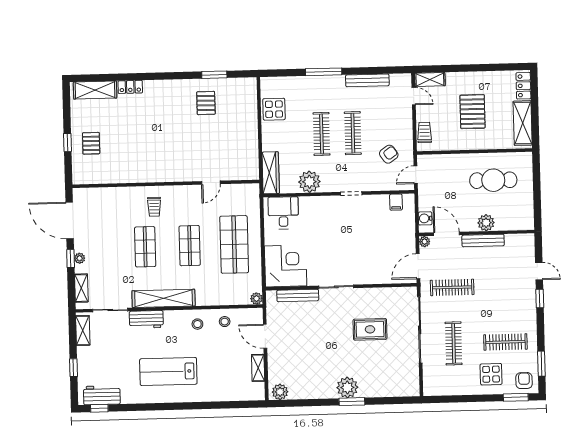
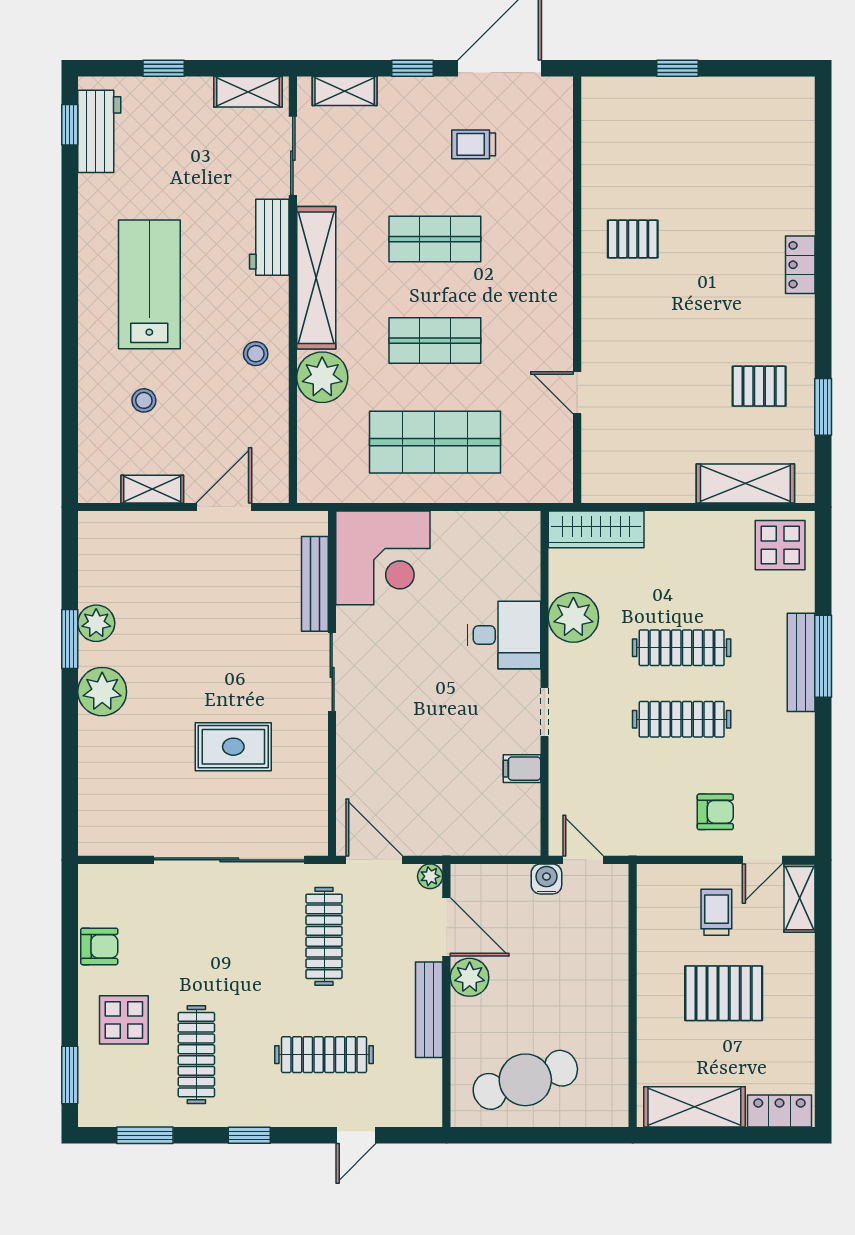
bench: (367, 80) -> (801, 662), moved
locker: (130, 87) -> (800, 265), moved
shelving: (95, 90) -> (745, 484), moved, turned 90
display table: (274, 109) -> (780, 545), moved
trolley: (424, 132) -> (716, 912), moved, turned -90
pallet: (91, 143) -> (633, 239), moved
armchair: (389, 154) -> (715, 812), moved, turned -55
cafe table: (493, 180) -> (525, 1080), moved, turned 72
filing cabinet: (396, 202) -> (522, 769), moved
trolley: (154, 207) -> (474, 144), moved
desk: (283, 213) -> (504, 635), moved
water cooler: (425, 218) -> (546, 879), moved
plant: (486, 223) -> (470, 977), moved
door: (447, 234) -> (446, 927), hinge flipped
plant: (80, 258) -> (413, 89), removed
window: (540, 298) -> (249, 1135), moved
plant: (256, 299) -> (322, 377), moved, width x1.88, depth x1.88
stool: (225, 322) -> (144, 400), moved
rug: (370, 329) -> (233, 747), turned 90
clothes rail: (454, 343) -> (324, 1055), moved
armchair: (524, 381) -> (99, 946), moved
plant: (280, 392) -> (96, 623), moved
window: (352, 402) -> (70, 639), moved

